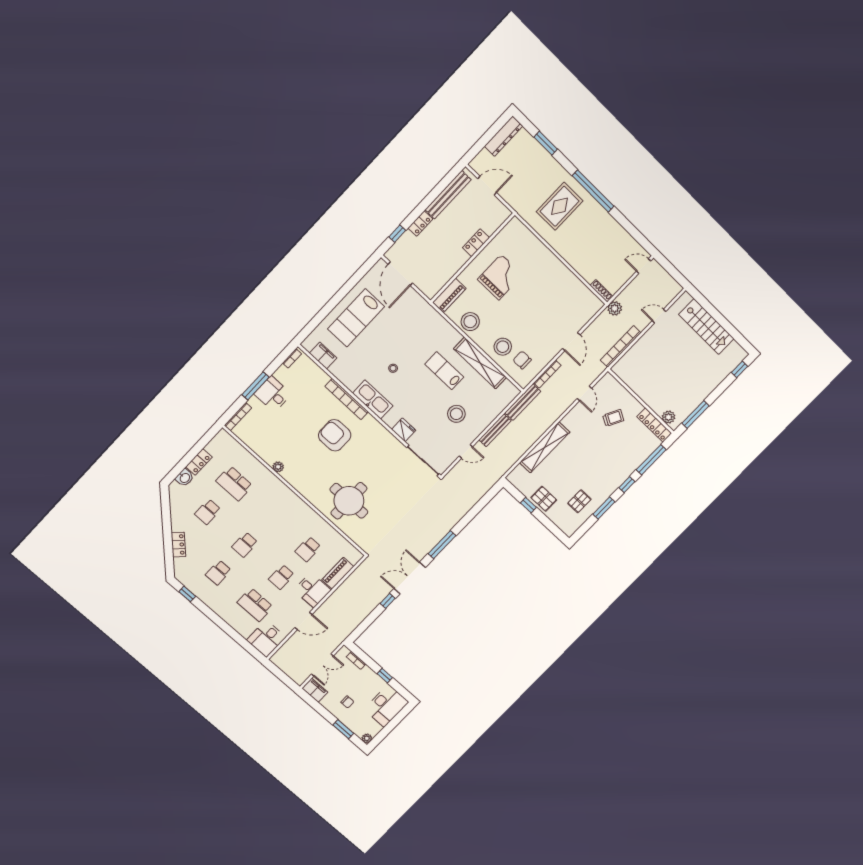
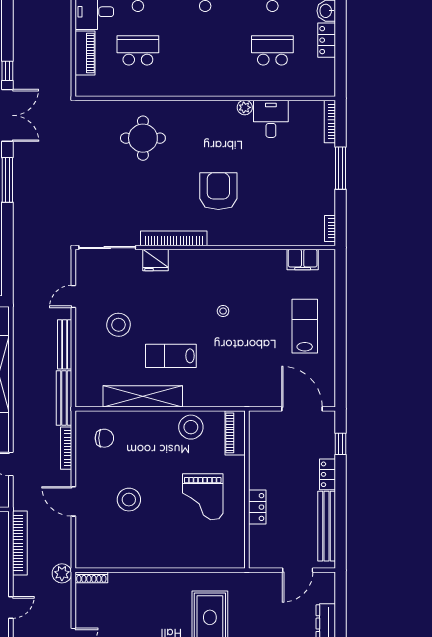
lab bench: (356, 318) -> (305, 326), width x0.73, depth x0.72
stool: (503, 347) -> (129, 500), moved
lab bench: (444, 371) -> (171, 356), turned 180
desk: (273, 394) -> (271, 119), moved, turned -90
bookcase: (347, 399) -> (174, 238), moved
kitchen sink: (373, 399) -> (214, 262), removed
armchair: (335, 435) -> (218, 191), turned -90
round table: (349, 501) -> (143, 138), width x0.73, depth x0.73
school desk: (308, 549) -> (138, 50), width x1.85

